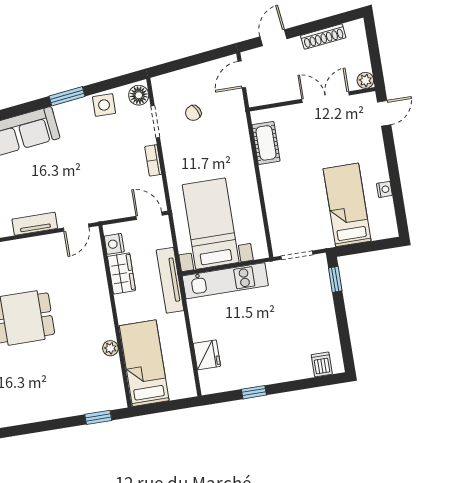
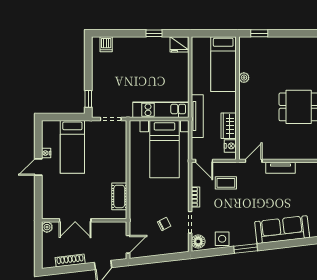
door: (384, 113) -> (38, 167), moved
coffee table: (112, 189) -> (226, 183), added
fridge: (207, 355) -> (179, 44), moved, turned -90

